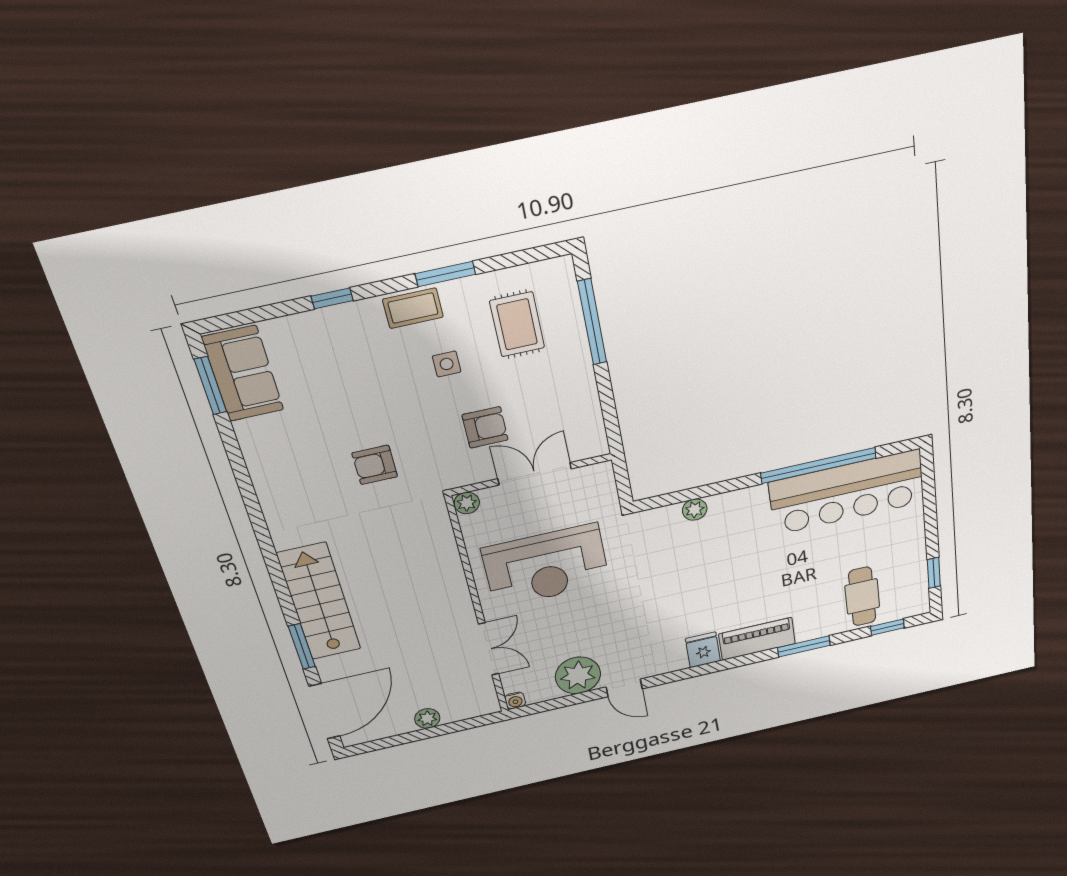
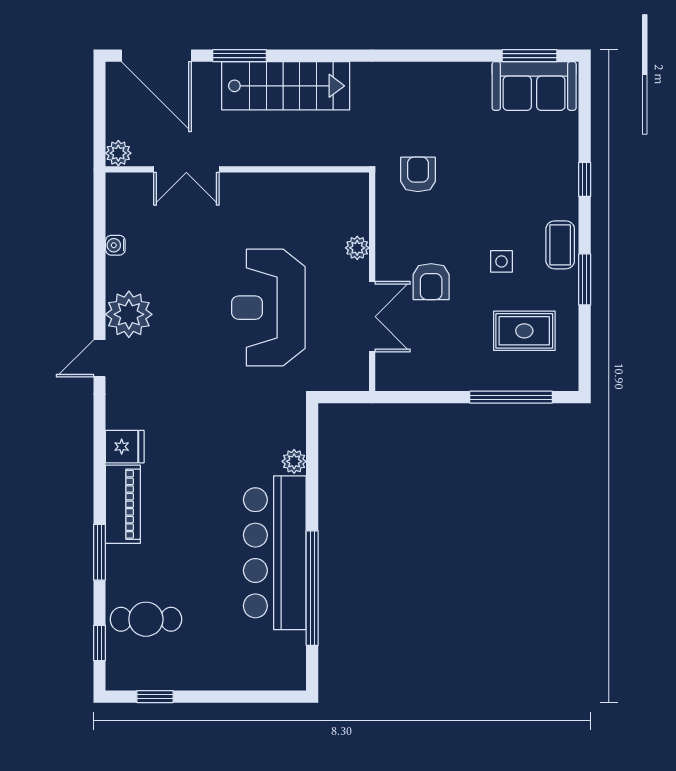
bar counter: (847, 492) -> (275, 553), moved
wall: (478, 608) -> (237, 169), moved
double door: (489, 649) -> (186, 169), moved

